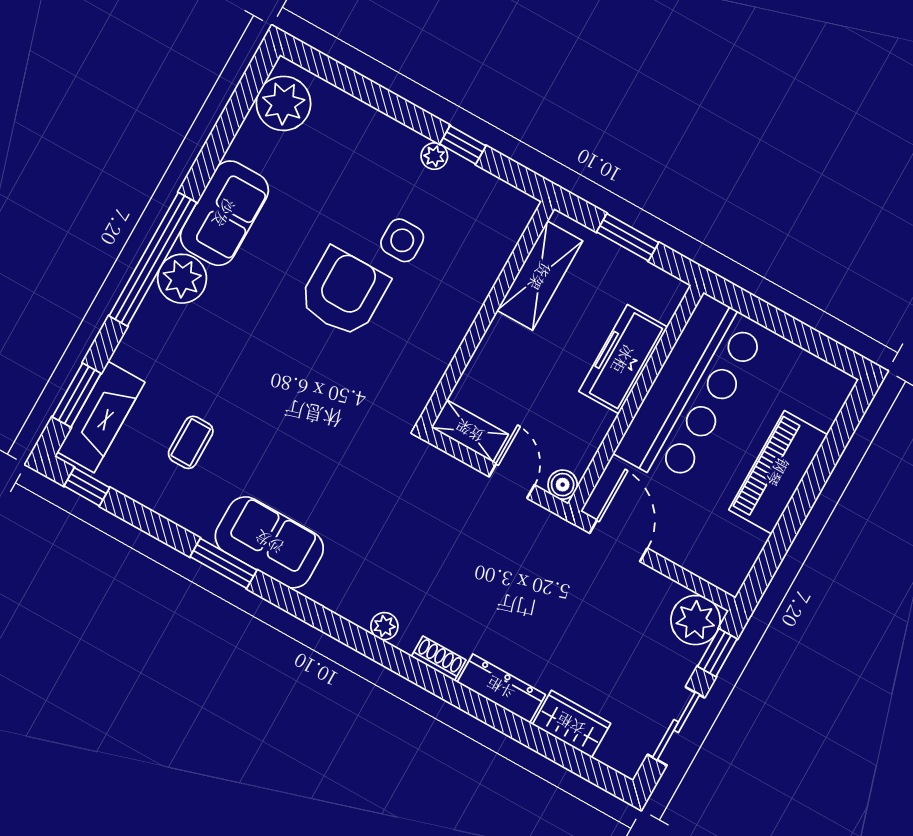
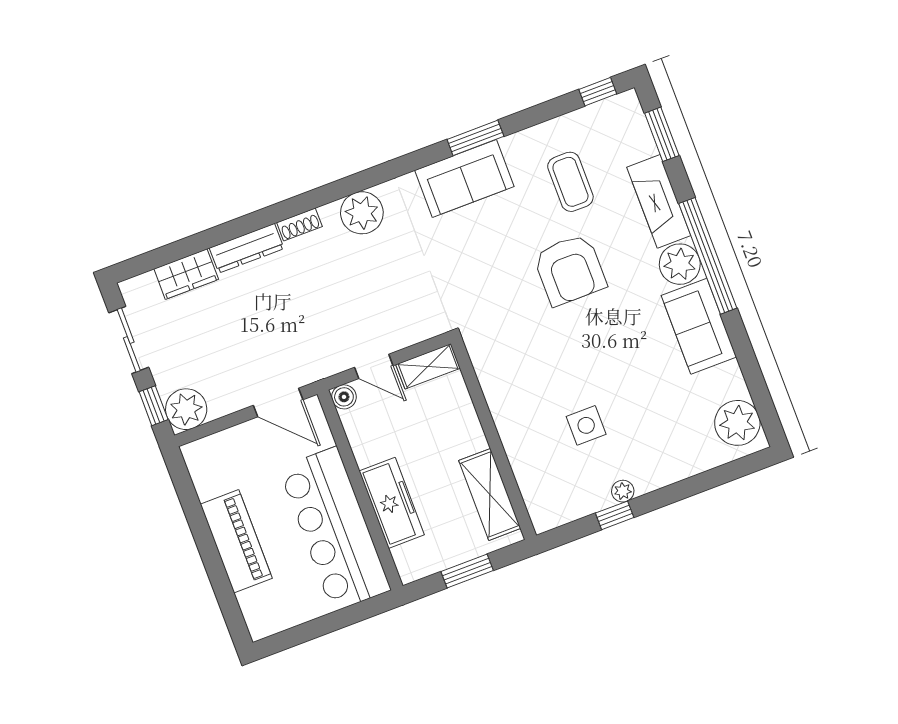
armchair: (344, 292) -> (570, 270), moved
fireplace: (101, 417) -> (659, 201), moved
coffee table: (191, 442) -> (570, 182), width x1.36, depth x1.30
plant: (384, 626) -> (362, 213), width x1.88, depth x1.88

